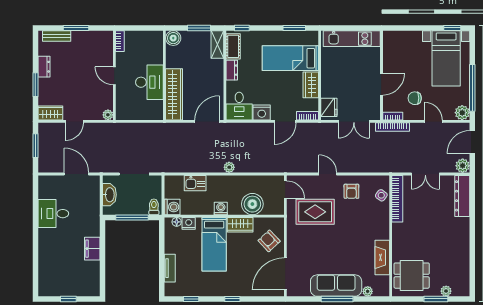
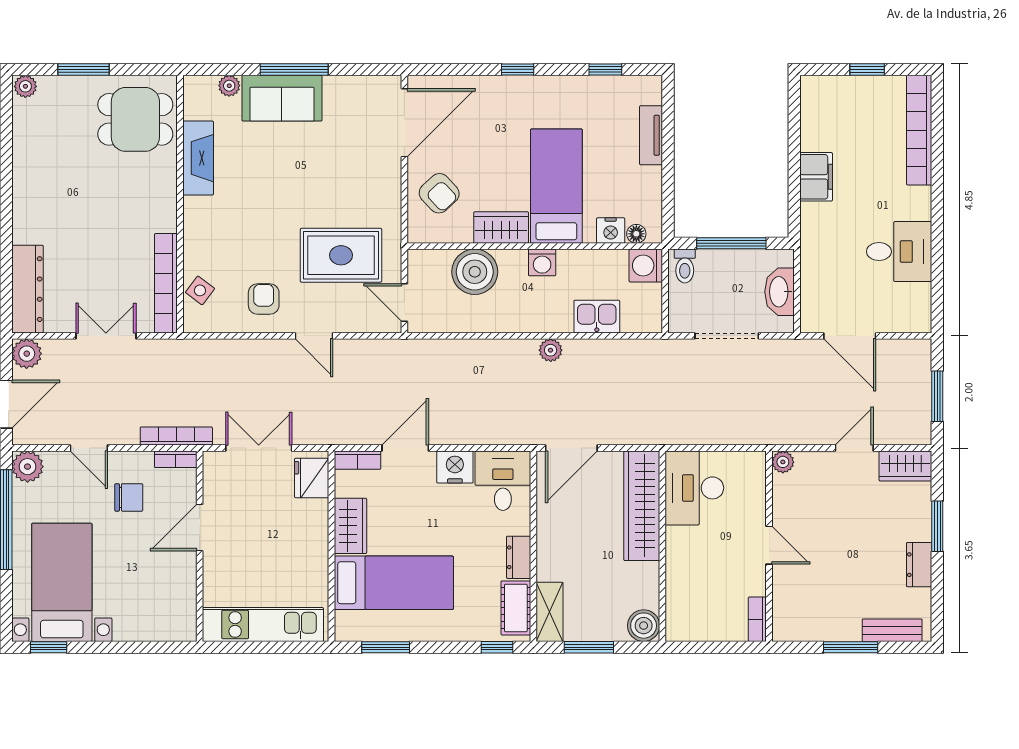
desk: (149, 82) -> (694, 488), moved
plant: (229, 167) -> (551, 350), moved
bookcase: (44, 271) -> (919, 130), added
sofa: (336, 286) -> (282, 98), width x0.73
plant: (446, 291) -> (25, 86), moved

